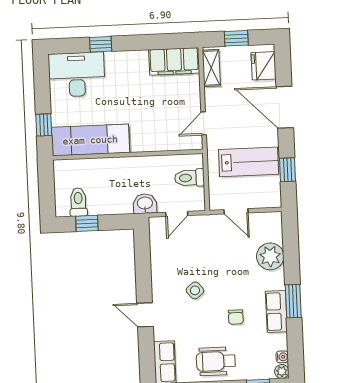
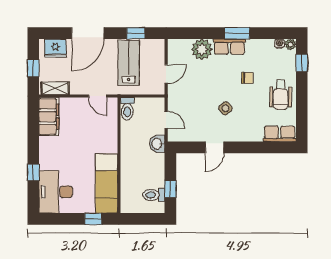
toilet: (190, 178) -> (127, 109), moved
row of seats: (276, 312) -> (229, 47), moved
door: (145, 315) -> (214, 147), moved

